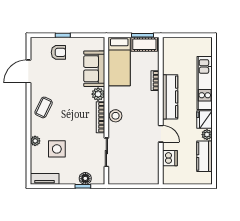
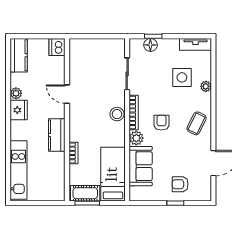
kitchen unit: (205, 83) -> (18, 170), moved
kitchen counter: (170, 97) -> (57, 135), width x0.67
armchair: (75, 108) -> (161, 123), added
kitchen counter: (205, 156) -> (19, 55), moved
dishwasher: (170, 158) -> (57, 47), moved

